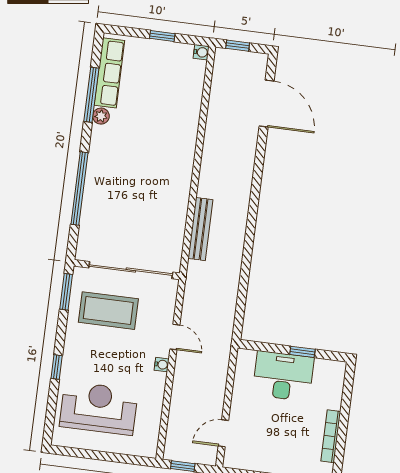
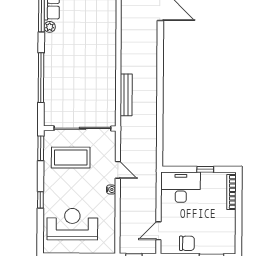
desk: (283, 376) -> (181, 187), moved
bookcase: (331, 436) -> (231, 192), moved
chair: (263, 457) -> (187, 243), added

